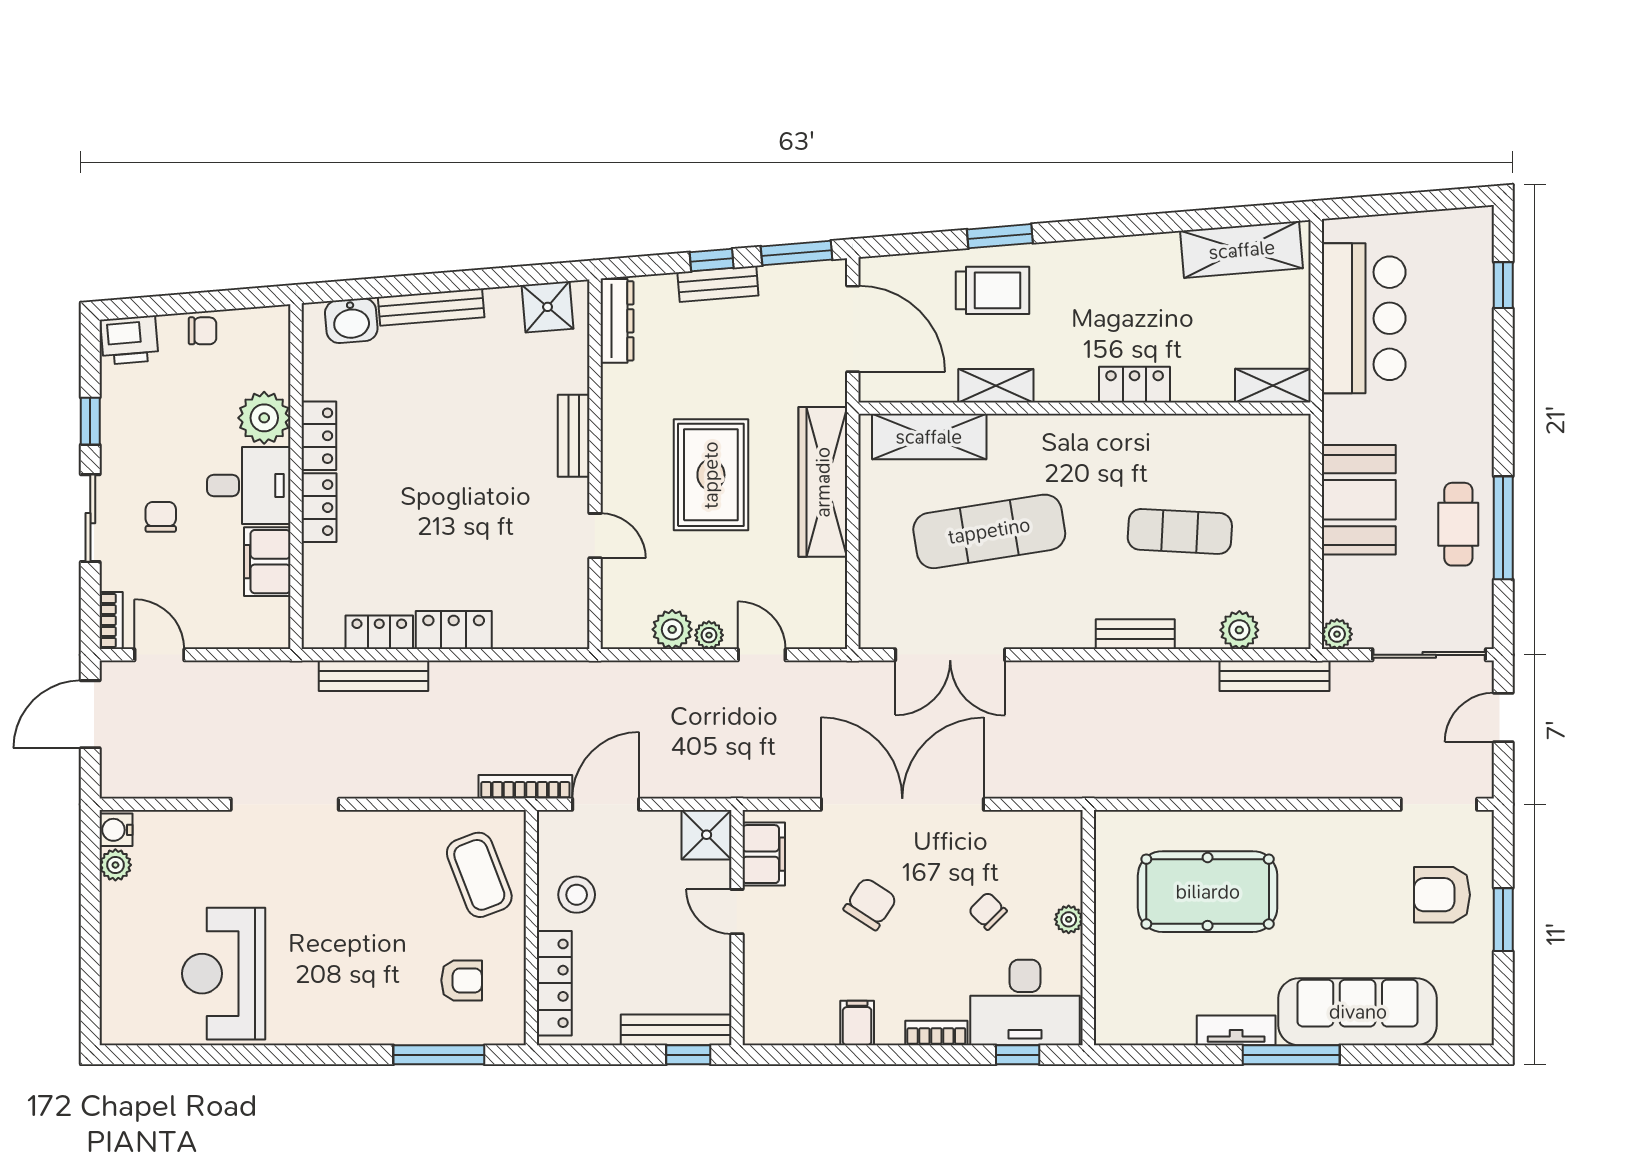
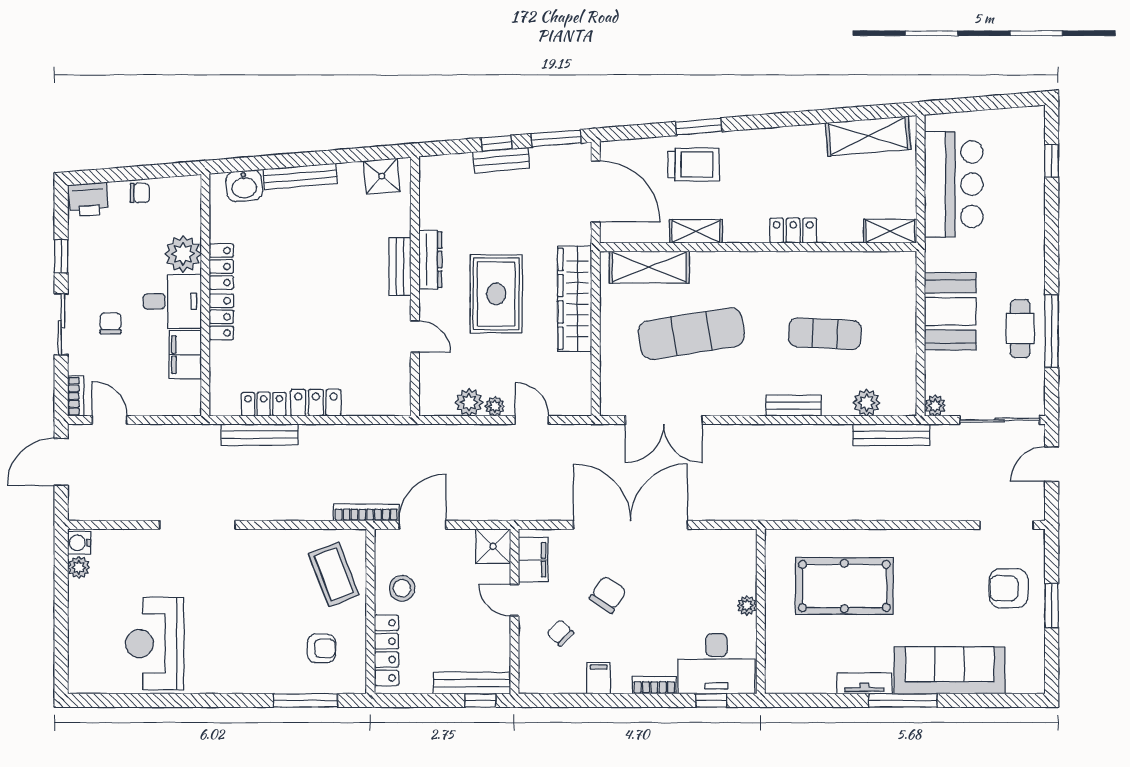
dresser: (617, 321) -> (430, 260), moved
chair: (988, 911) -> (560, 633), moved

